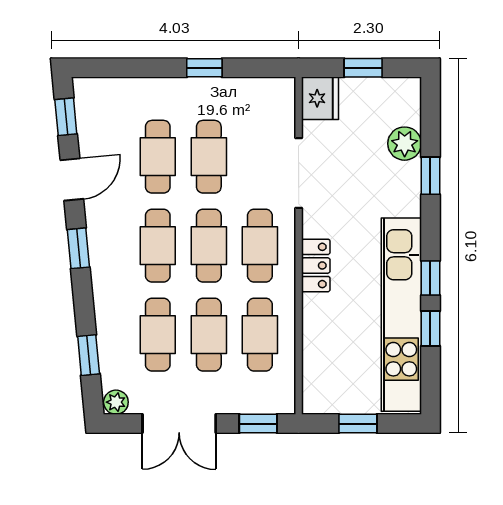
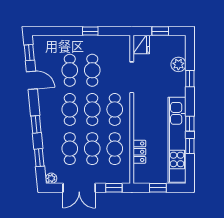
door: (72, 180) -> (32, 80), hinge flipped
window: (78, 248) -> (36, 124), moved
locker: (316, 265) -> (139, 152), moved

